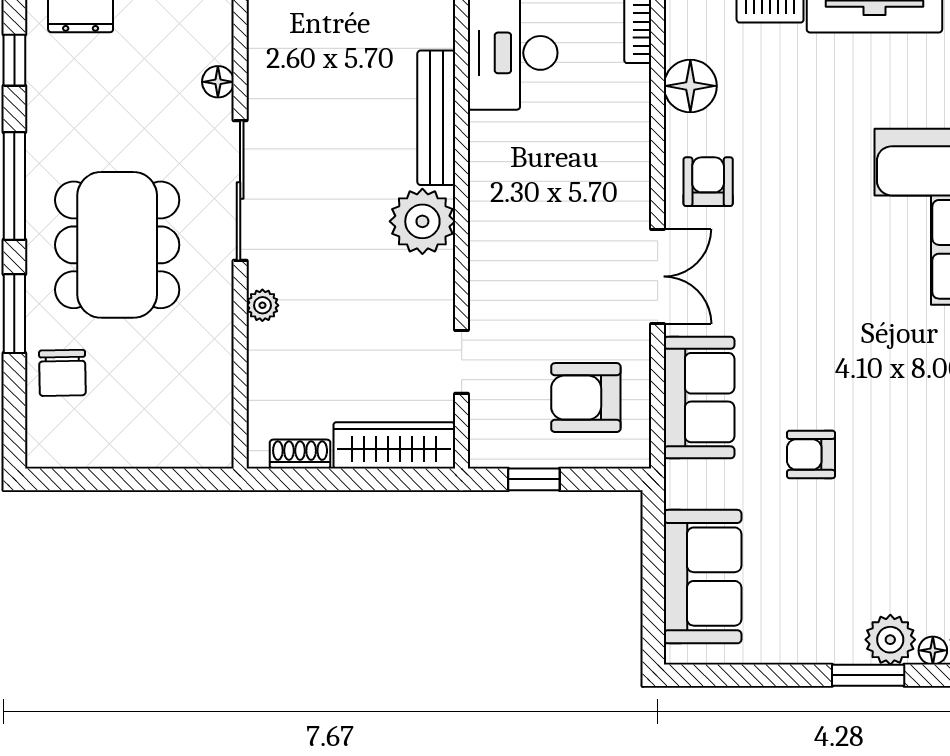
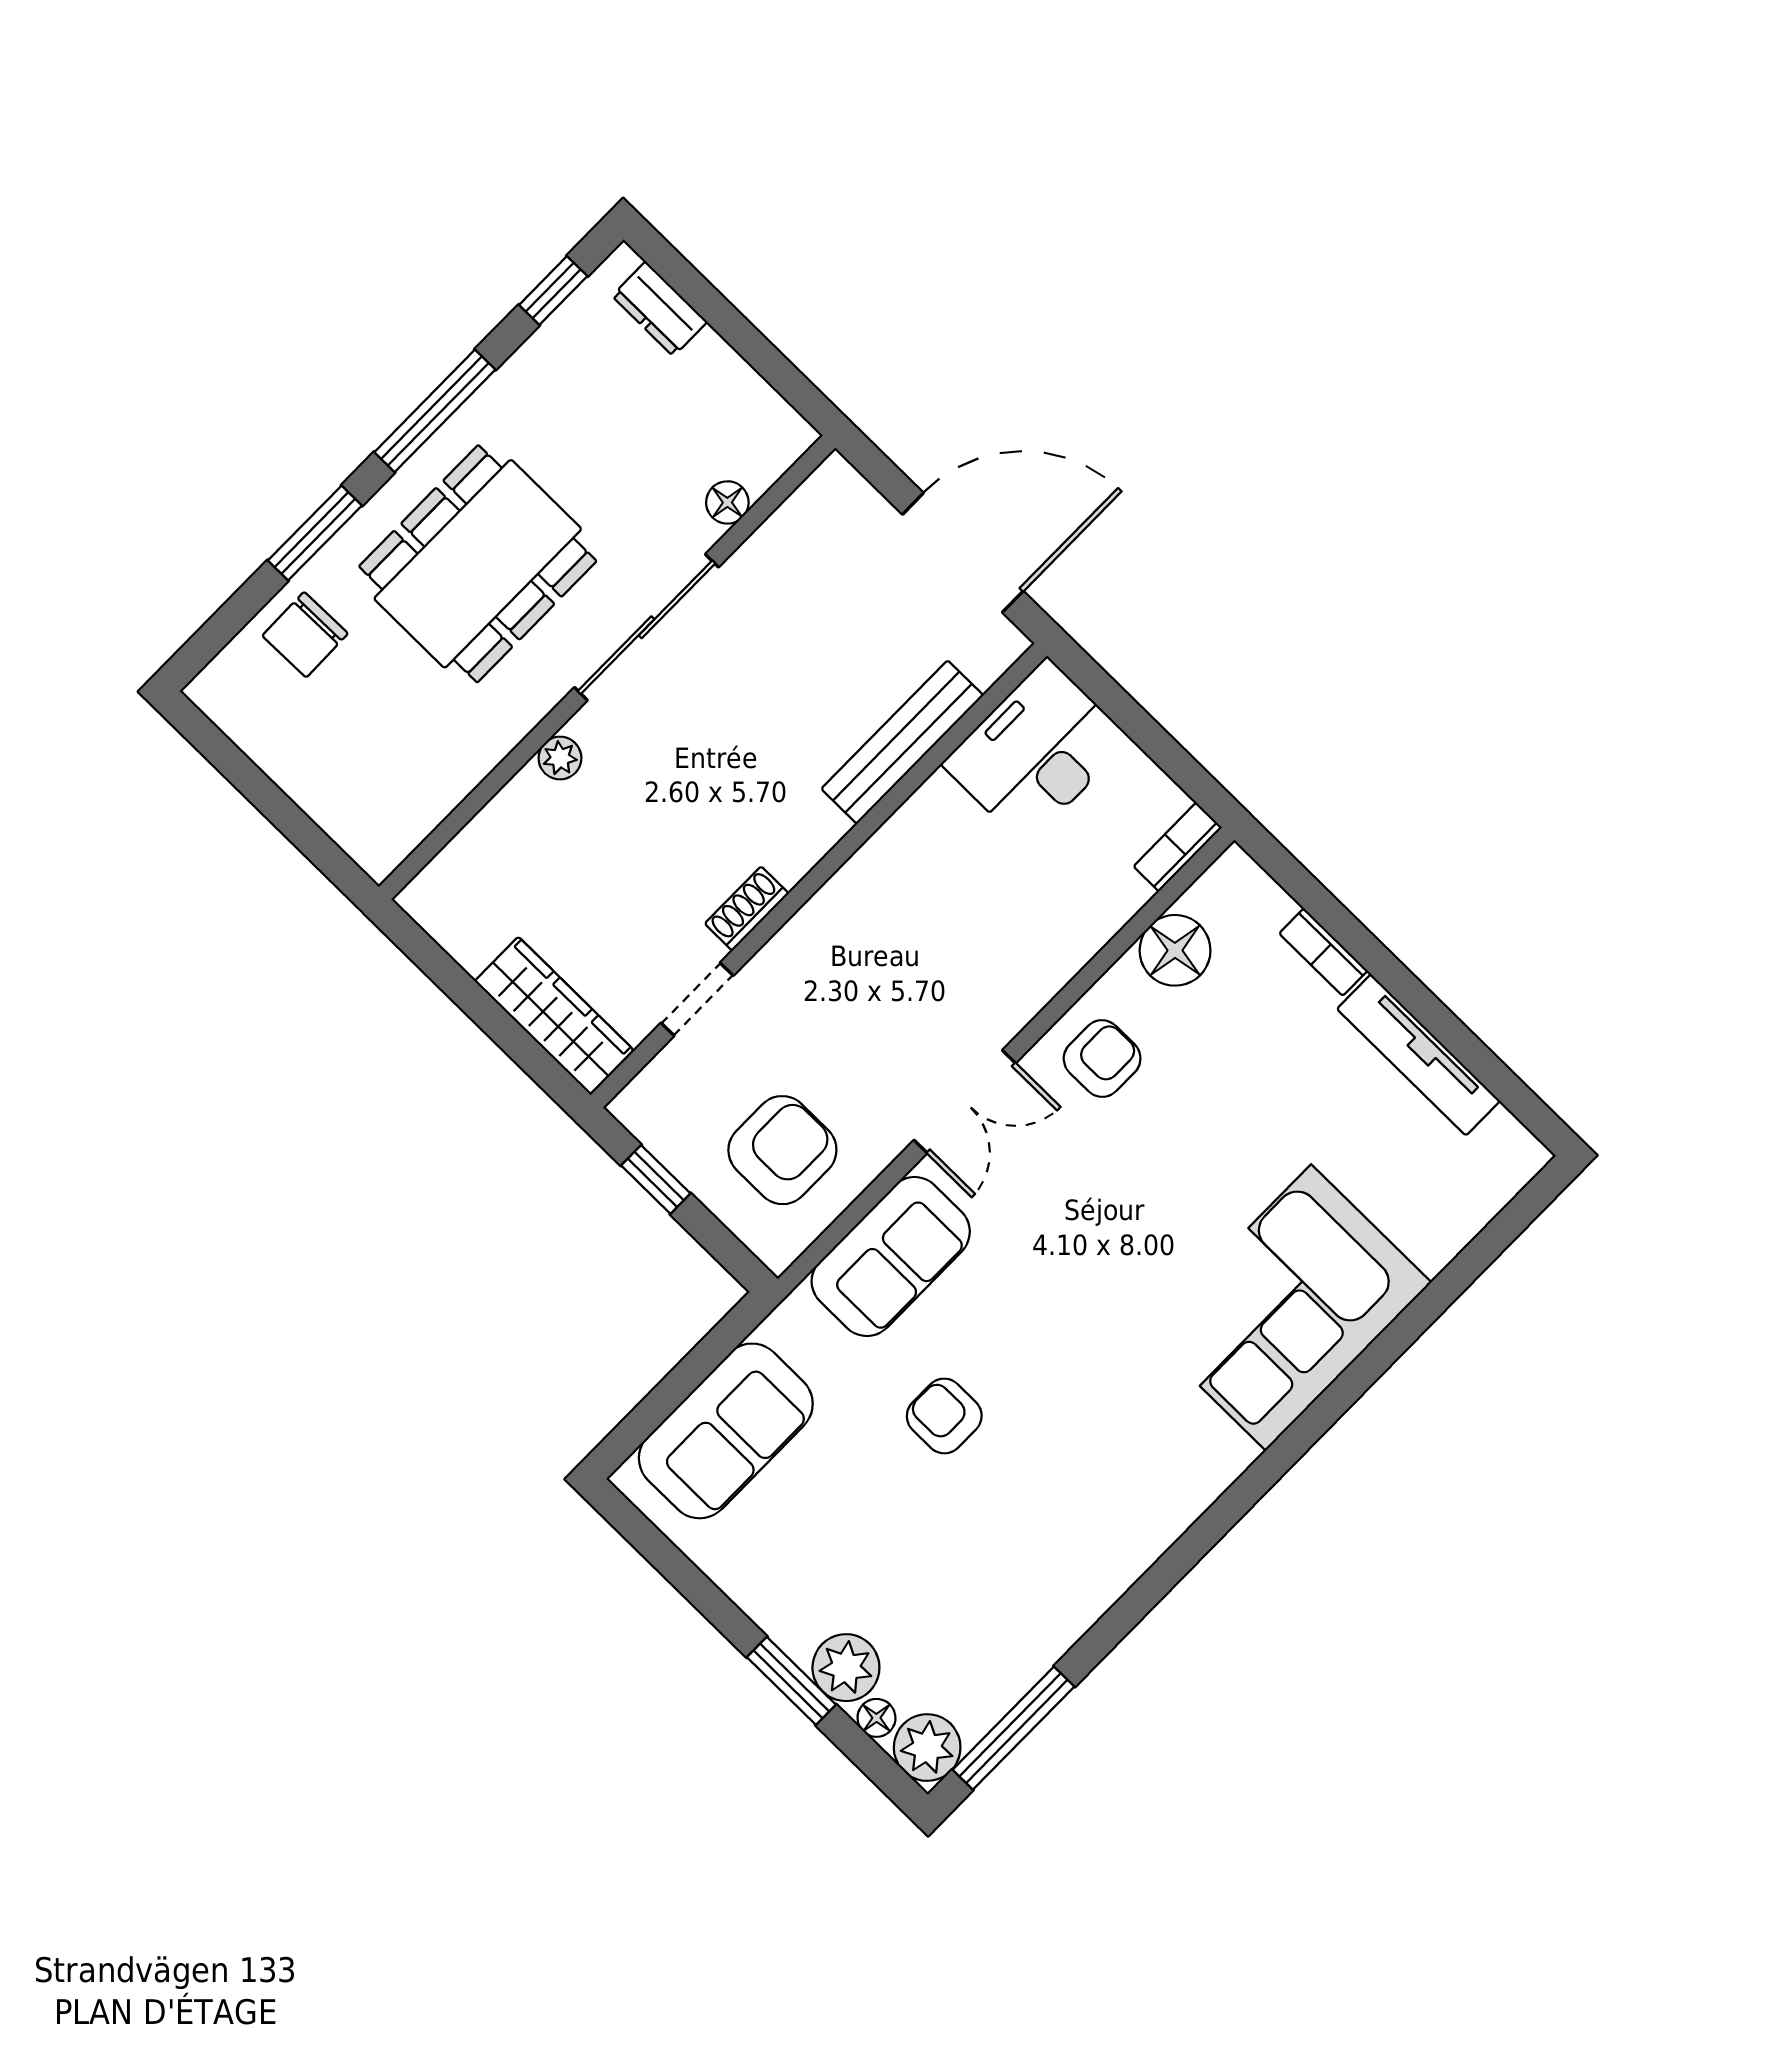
plant: (422, 221) -> (792, 828), removed
armchair: (586, 398) -> (782, 1150), turned 90
shoe rack: (300, 454) -> (747, 909), moved, turned -90

